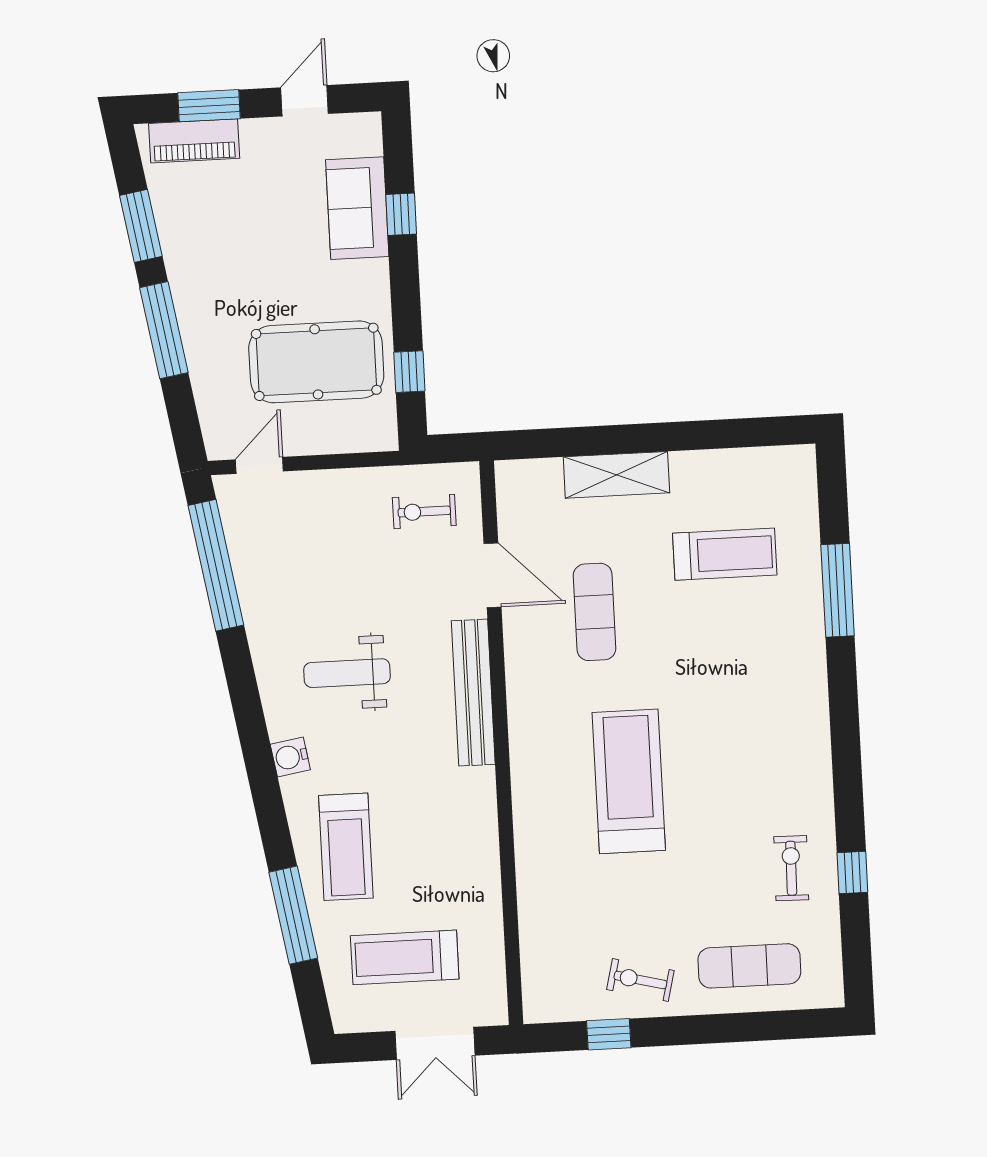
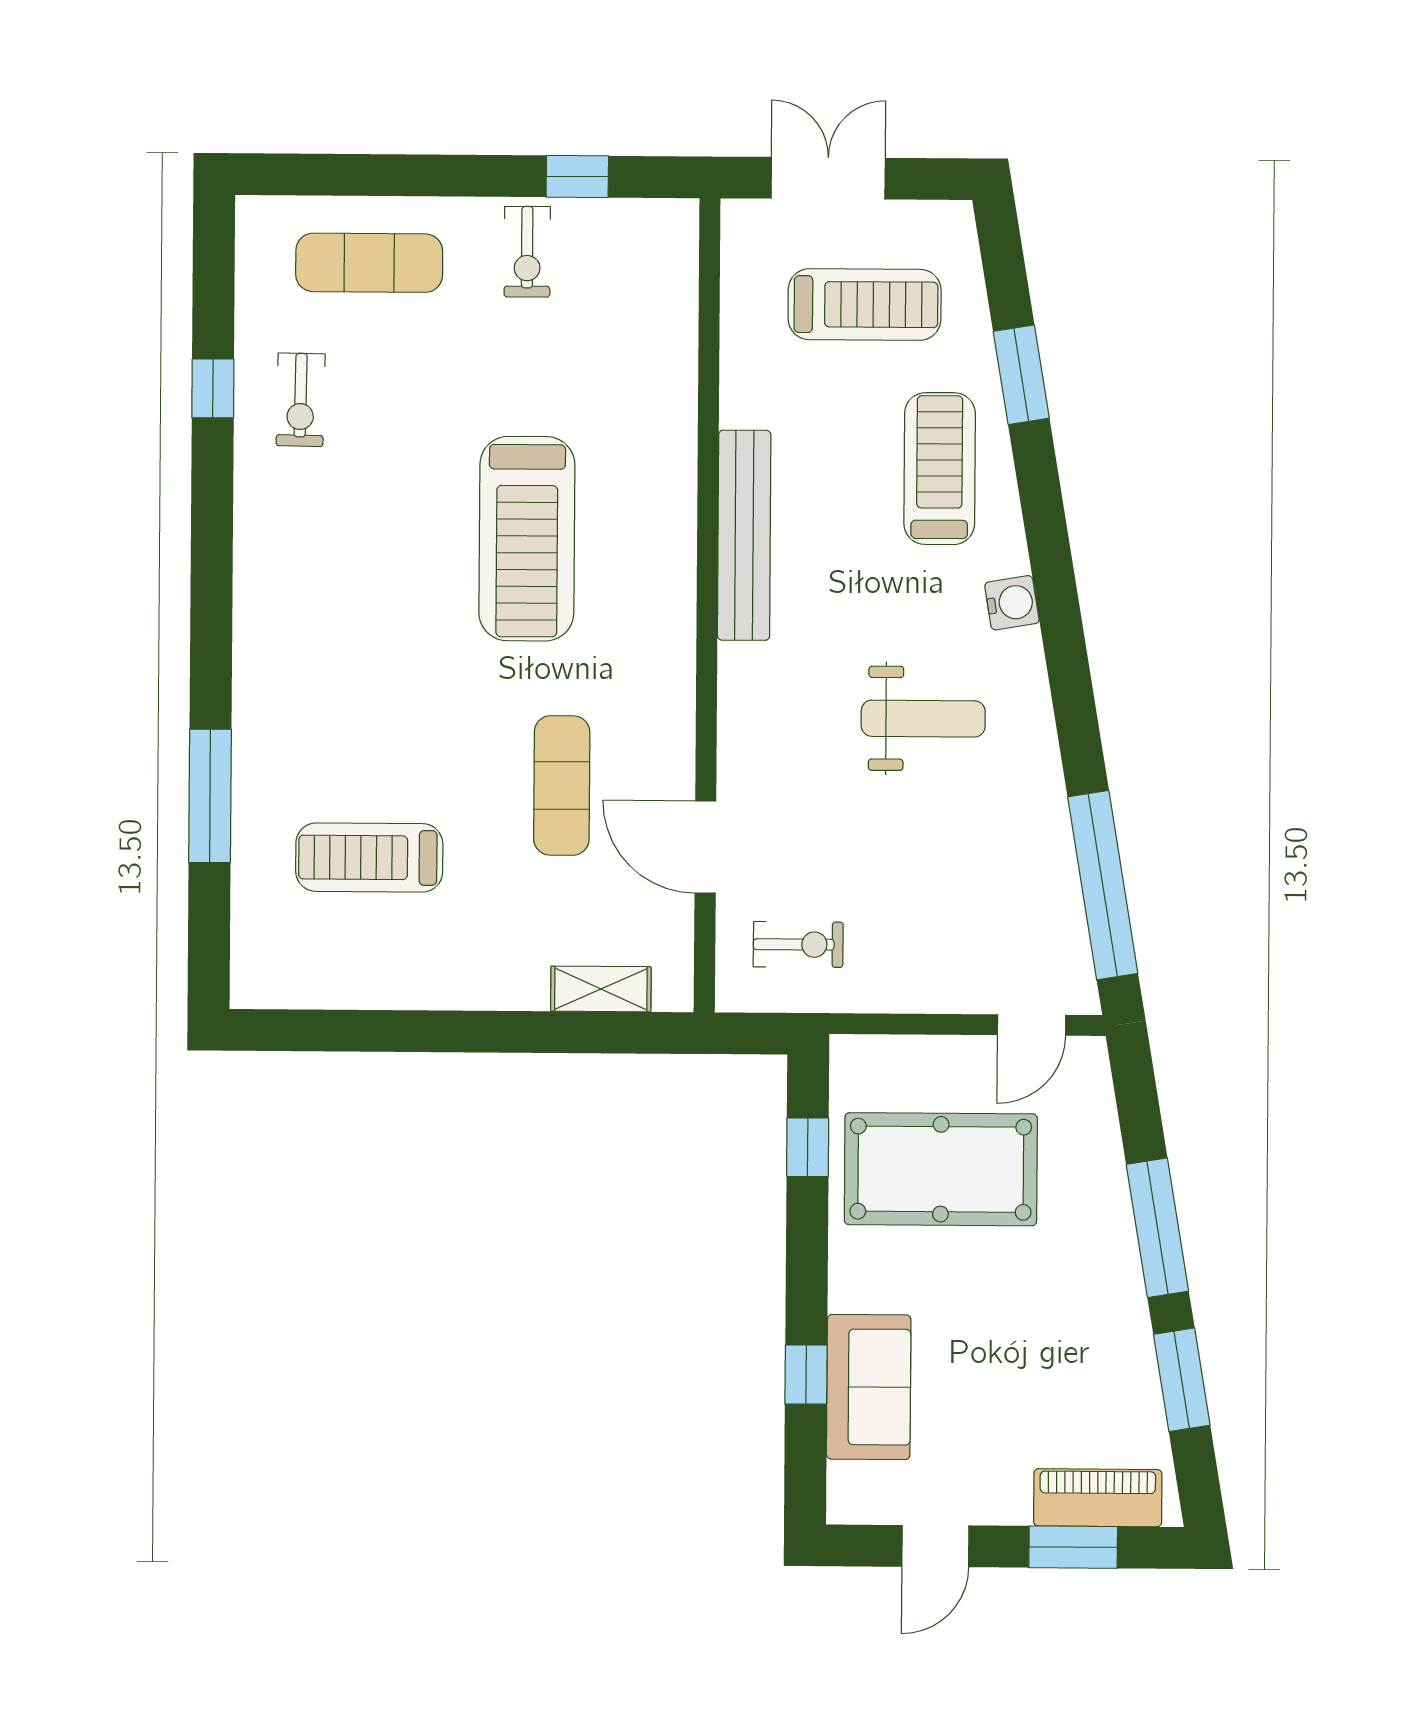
shelving: (616, 475) -> (601, 989), moved, width x0.67, depth x0.75
bench: (473, 693) -> (744, 535), moved
window: (293, 915) -> (1021, 375), width x0.69
exercise bike: (640, 980) -> (527, 252), turned 76

